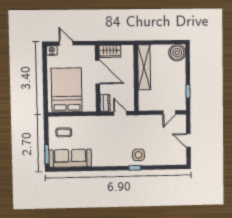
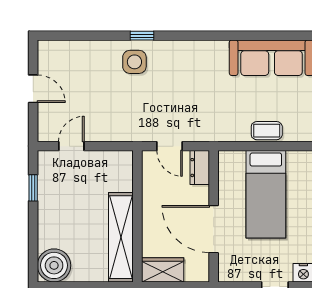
wardrobe: (110, 51) -> (163, 270), moved
bed: (67, 90) -> (266, 194), width x0.67
coffee table: (64, 132) -> (267, 131), moved

